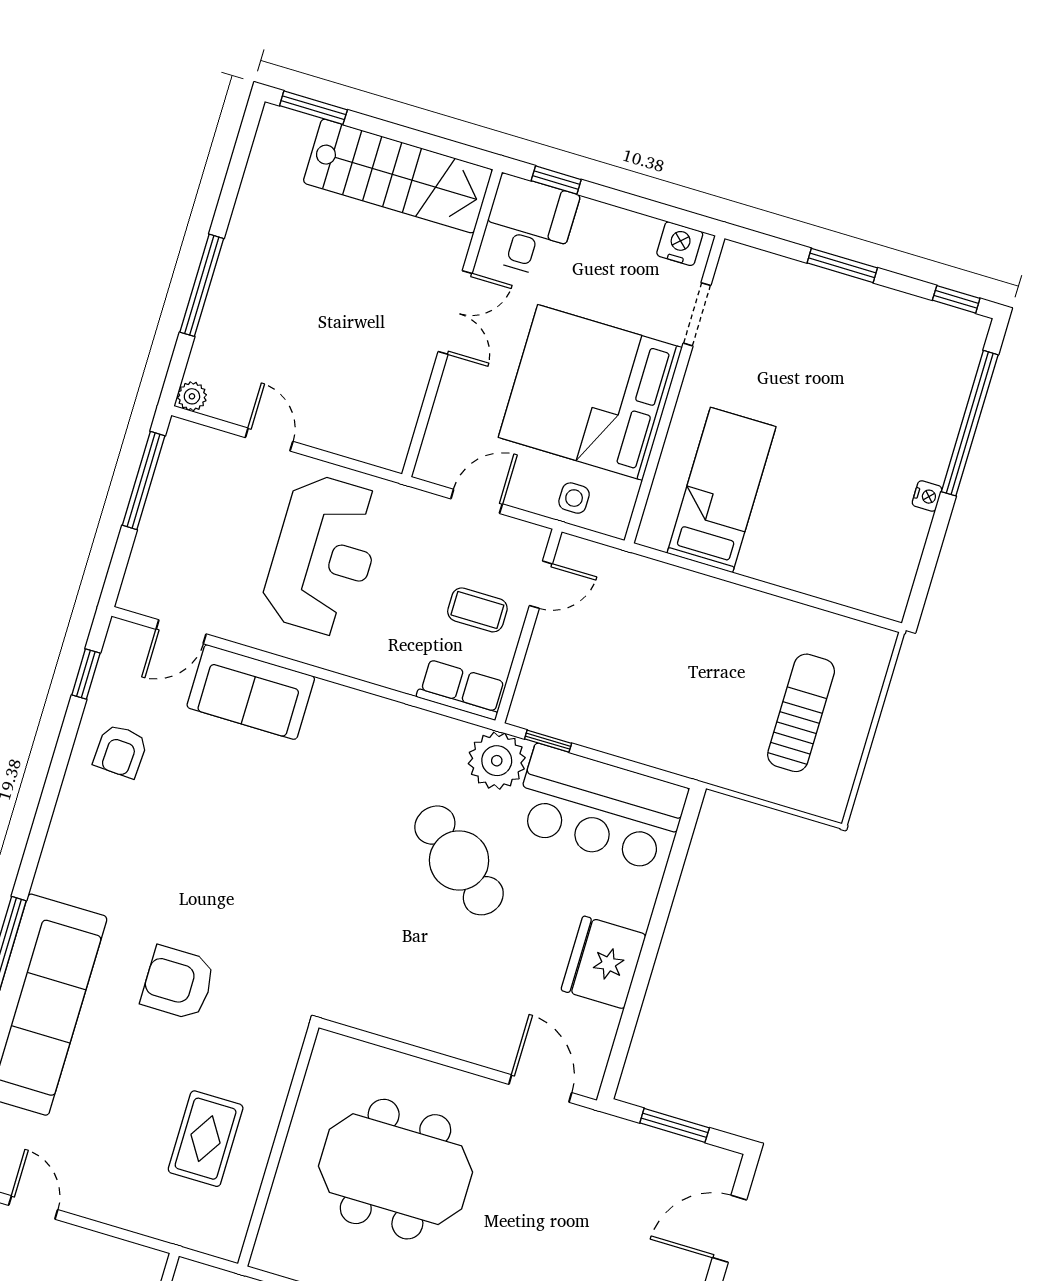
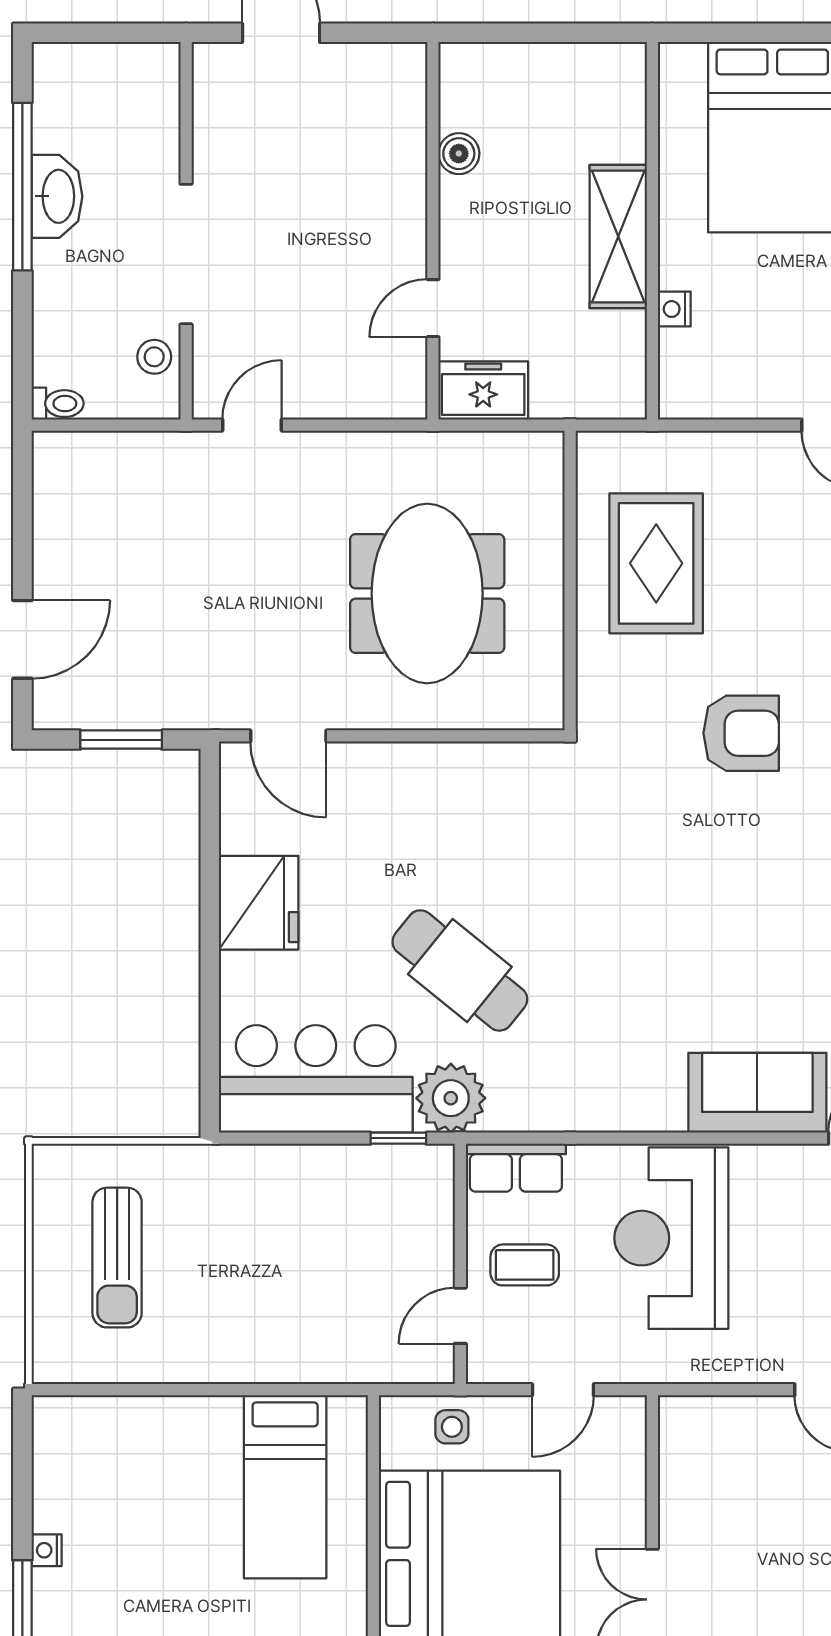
reception desk: (324, 555) -> (671, 1238), moved
rug: (206, 1139) -> (656, 563), width x1.36, depth x1.43
meeting table: (395, 1169) -> (427, 593), turned 90

